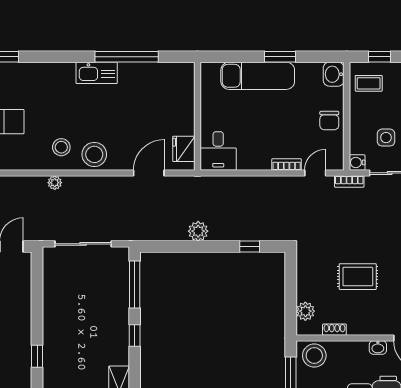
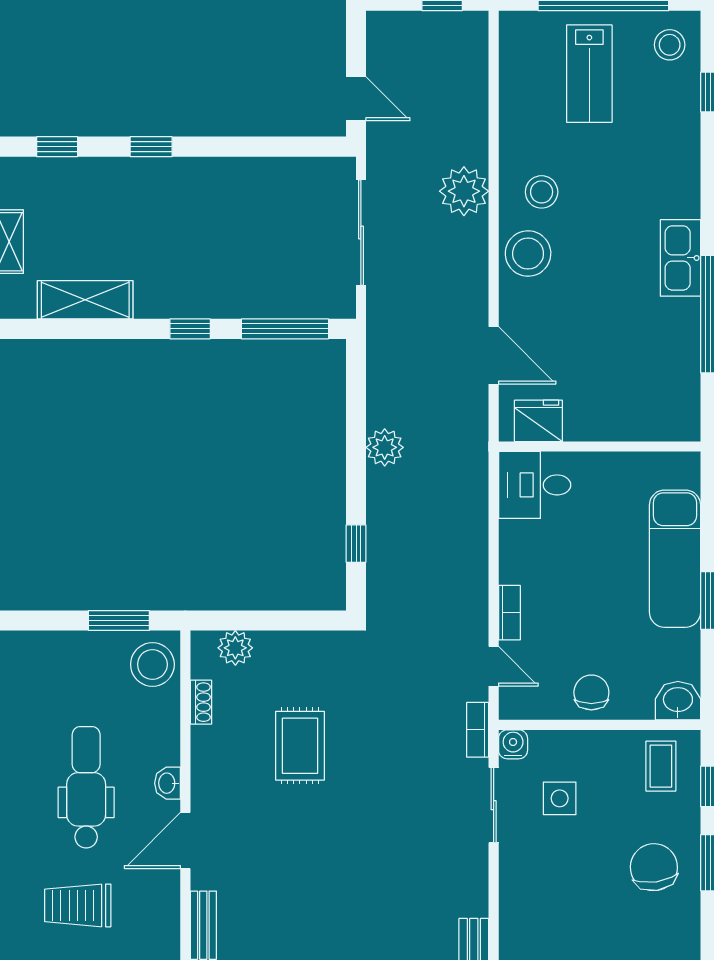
chair: (329, 121) -> (591, 692), turned 90
plant: (55, 183) -> (464, 191), width x1.87, depth x1.87

